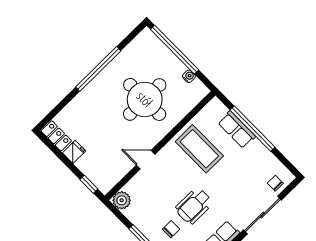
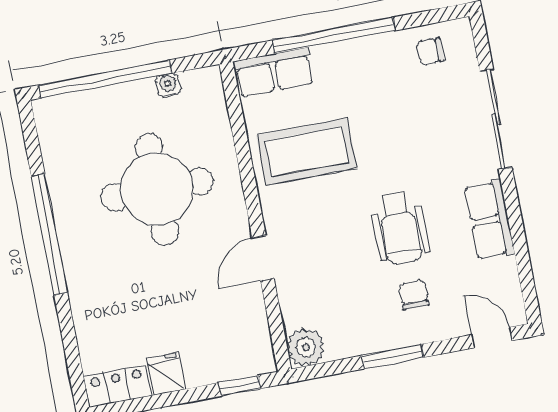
row of seats: (237, 130) -> (274, 72), moved
chair: (275, 183) -> (430, 51), moved

